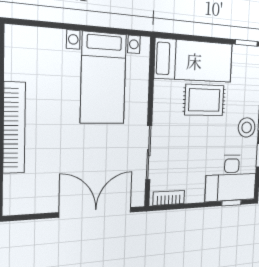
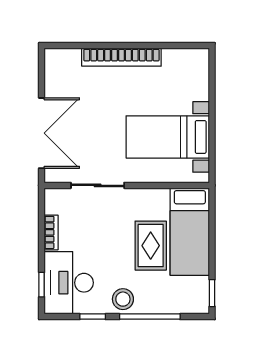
bookcase: (169, 198) -> (51, 232), moved

